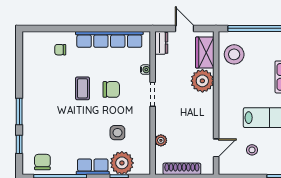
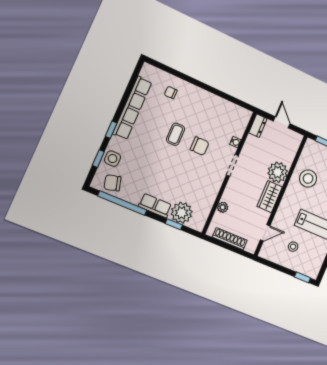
row of seats: (109, 39) -> (132, 108), moved, turned -90
wardrobe: (205, 53) -> (270, 197), moved
stool: (234, 54) -> (308, 179), moved
window: (19, 111) -> (111, 130), width x0.67
side table: (117, 133) -> (113, 159), moved
chair: (42, 162) -> (113, 183), turned -105

